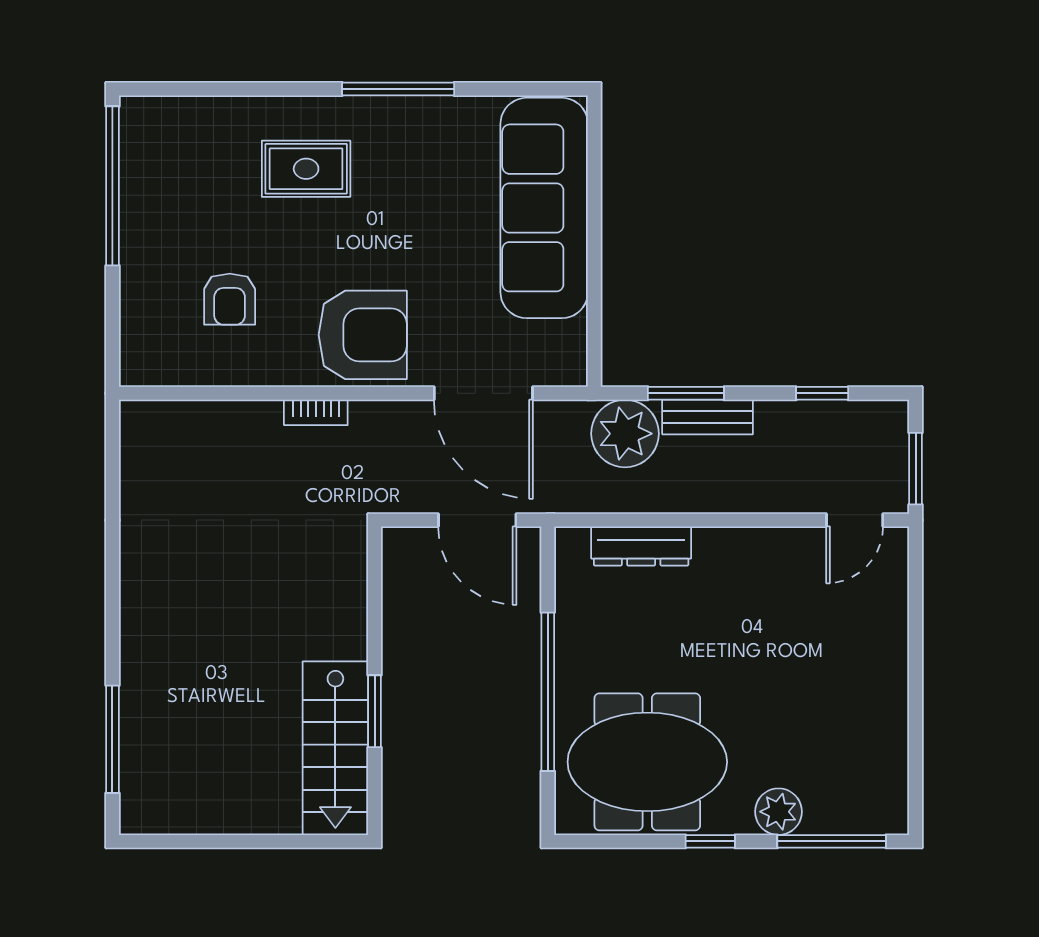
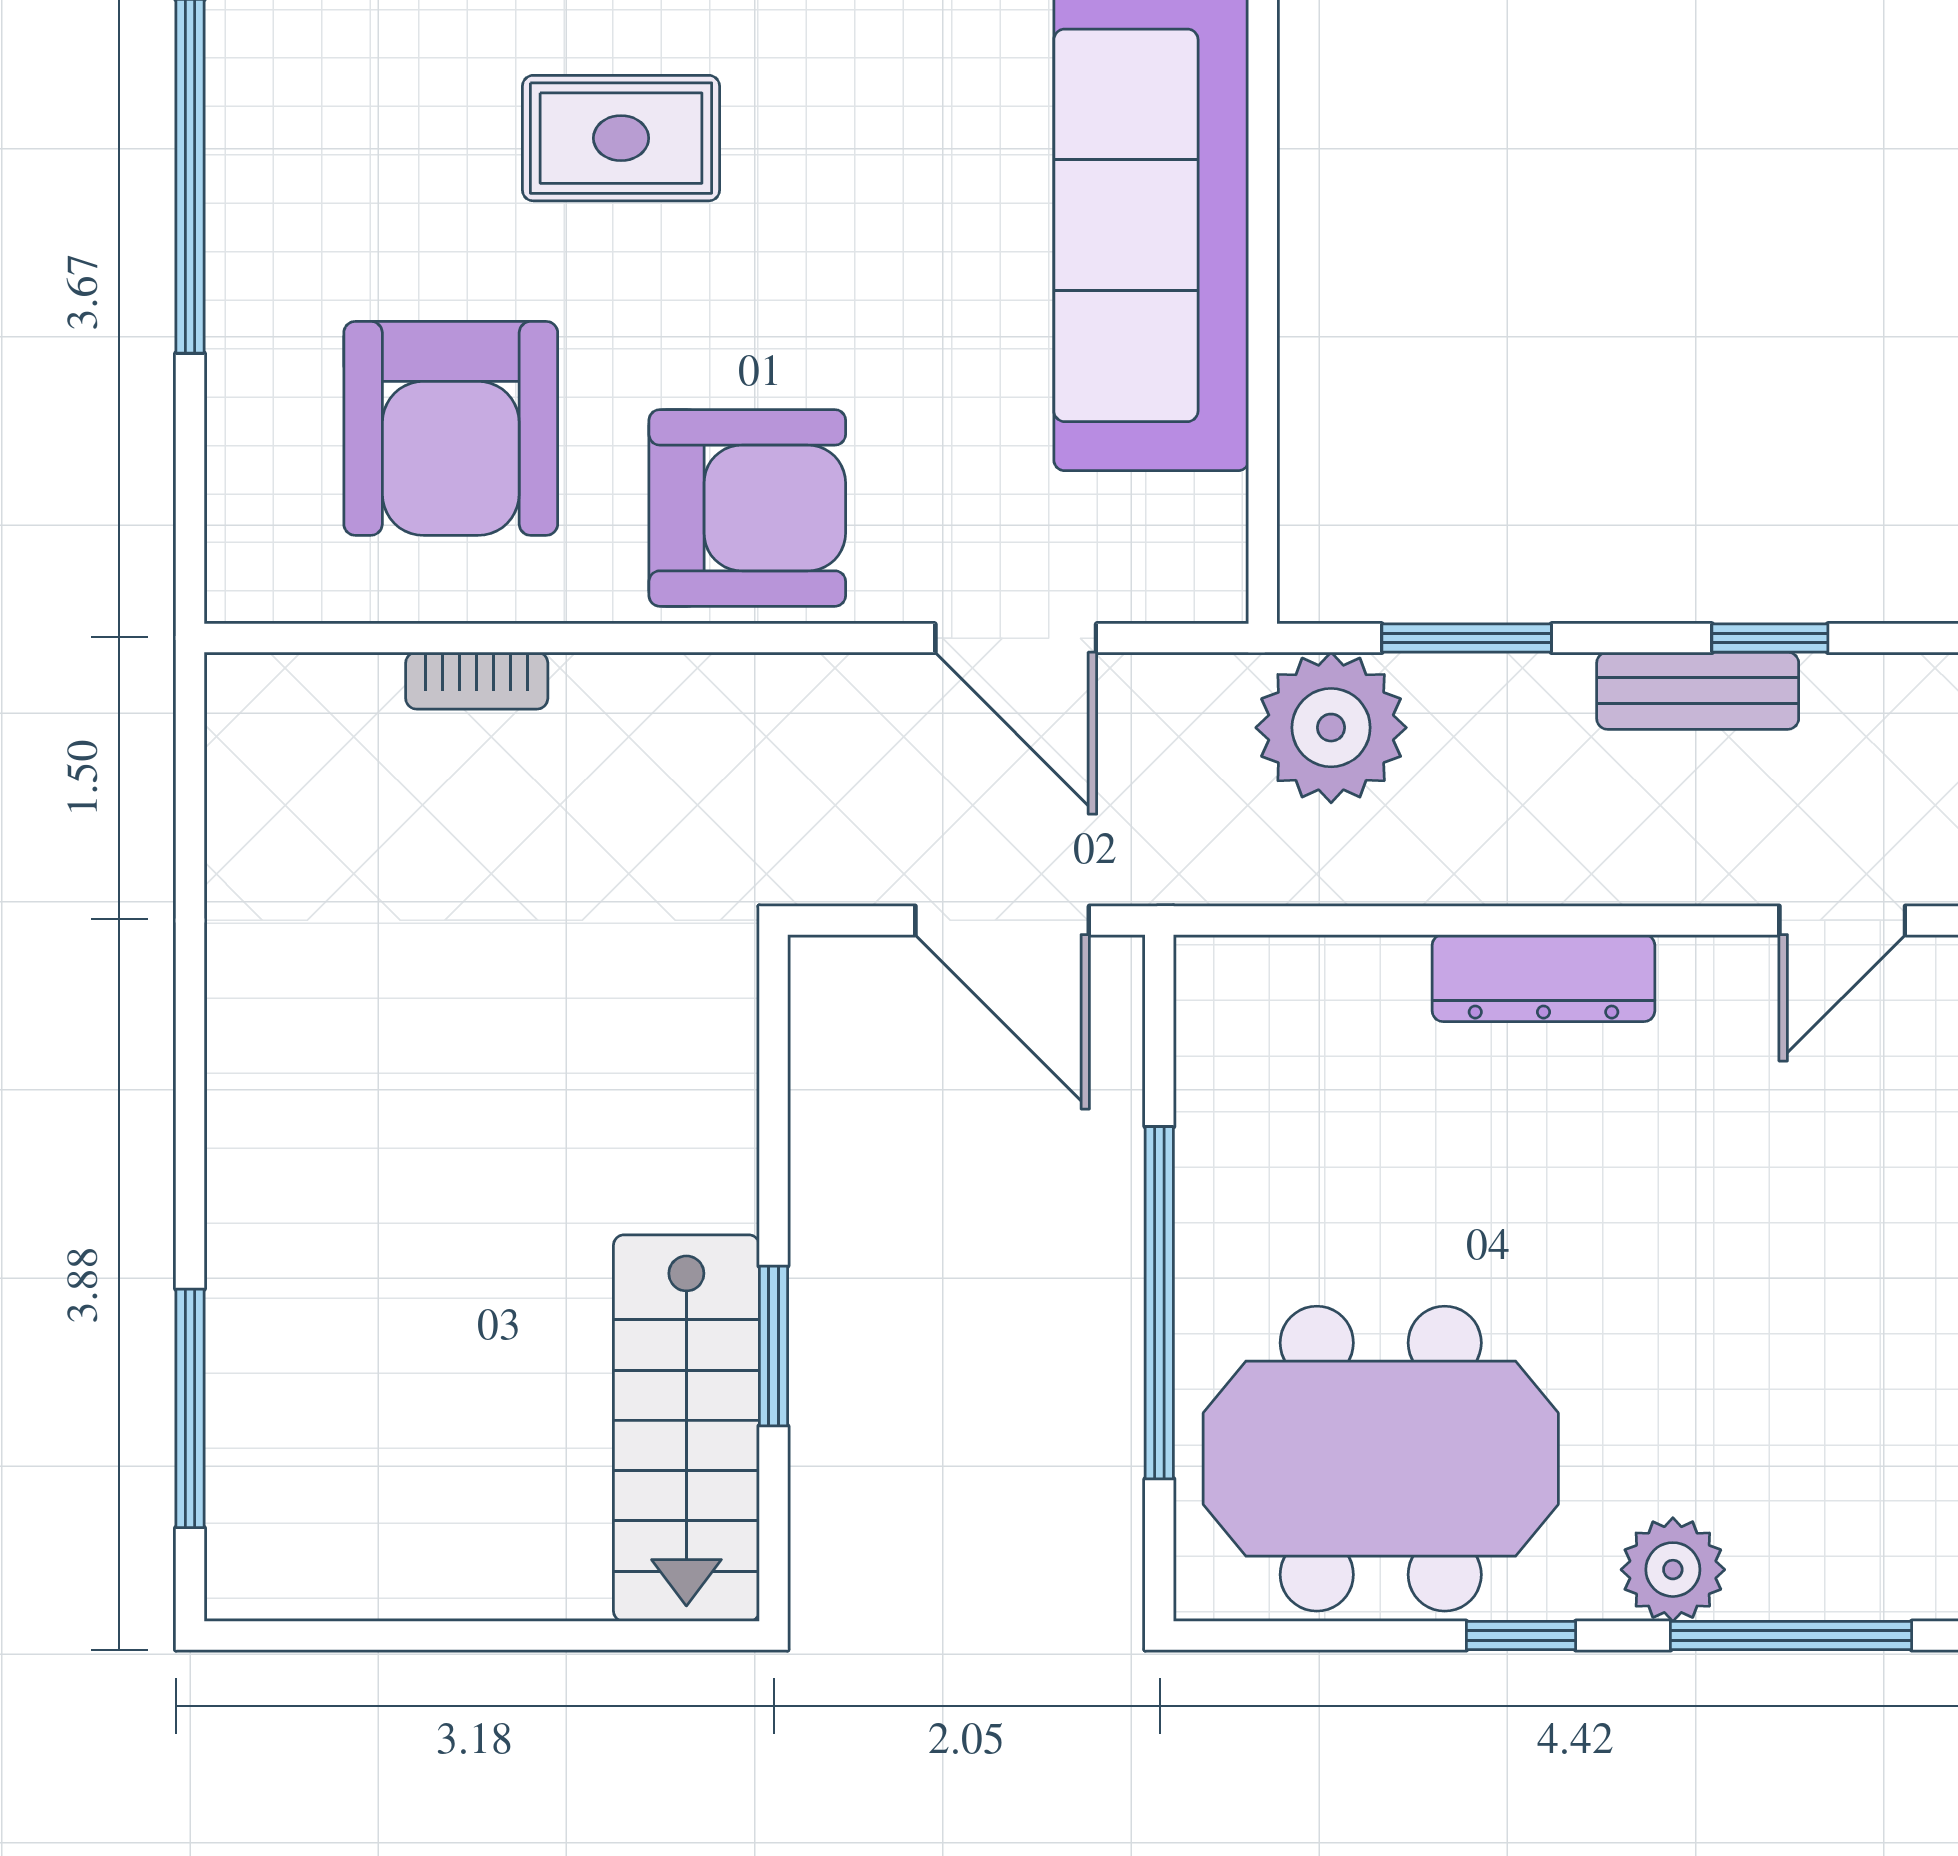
armchair: (230, 299) -> (451, 428), width x1.88, depth x1.88
door: (483, 393) -> (1016, 638), width x0.73
bookcase: (316, 412) -> (477, 681), moved
bench: (708, 417) -> (1698, 691), moved
dresser: (641, 546) -> (1543, 978), moved

